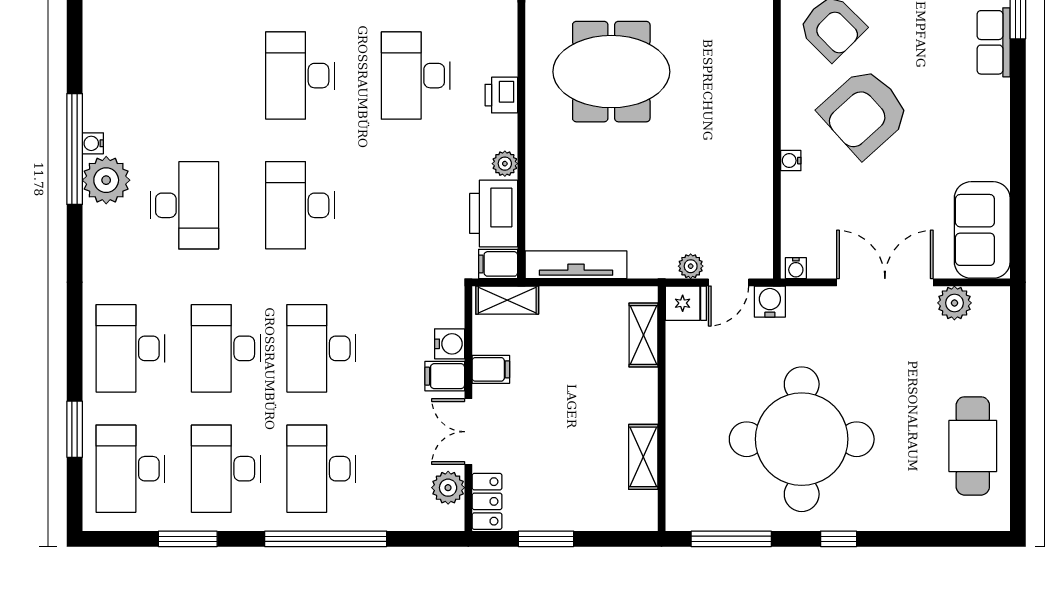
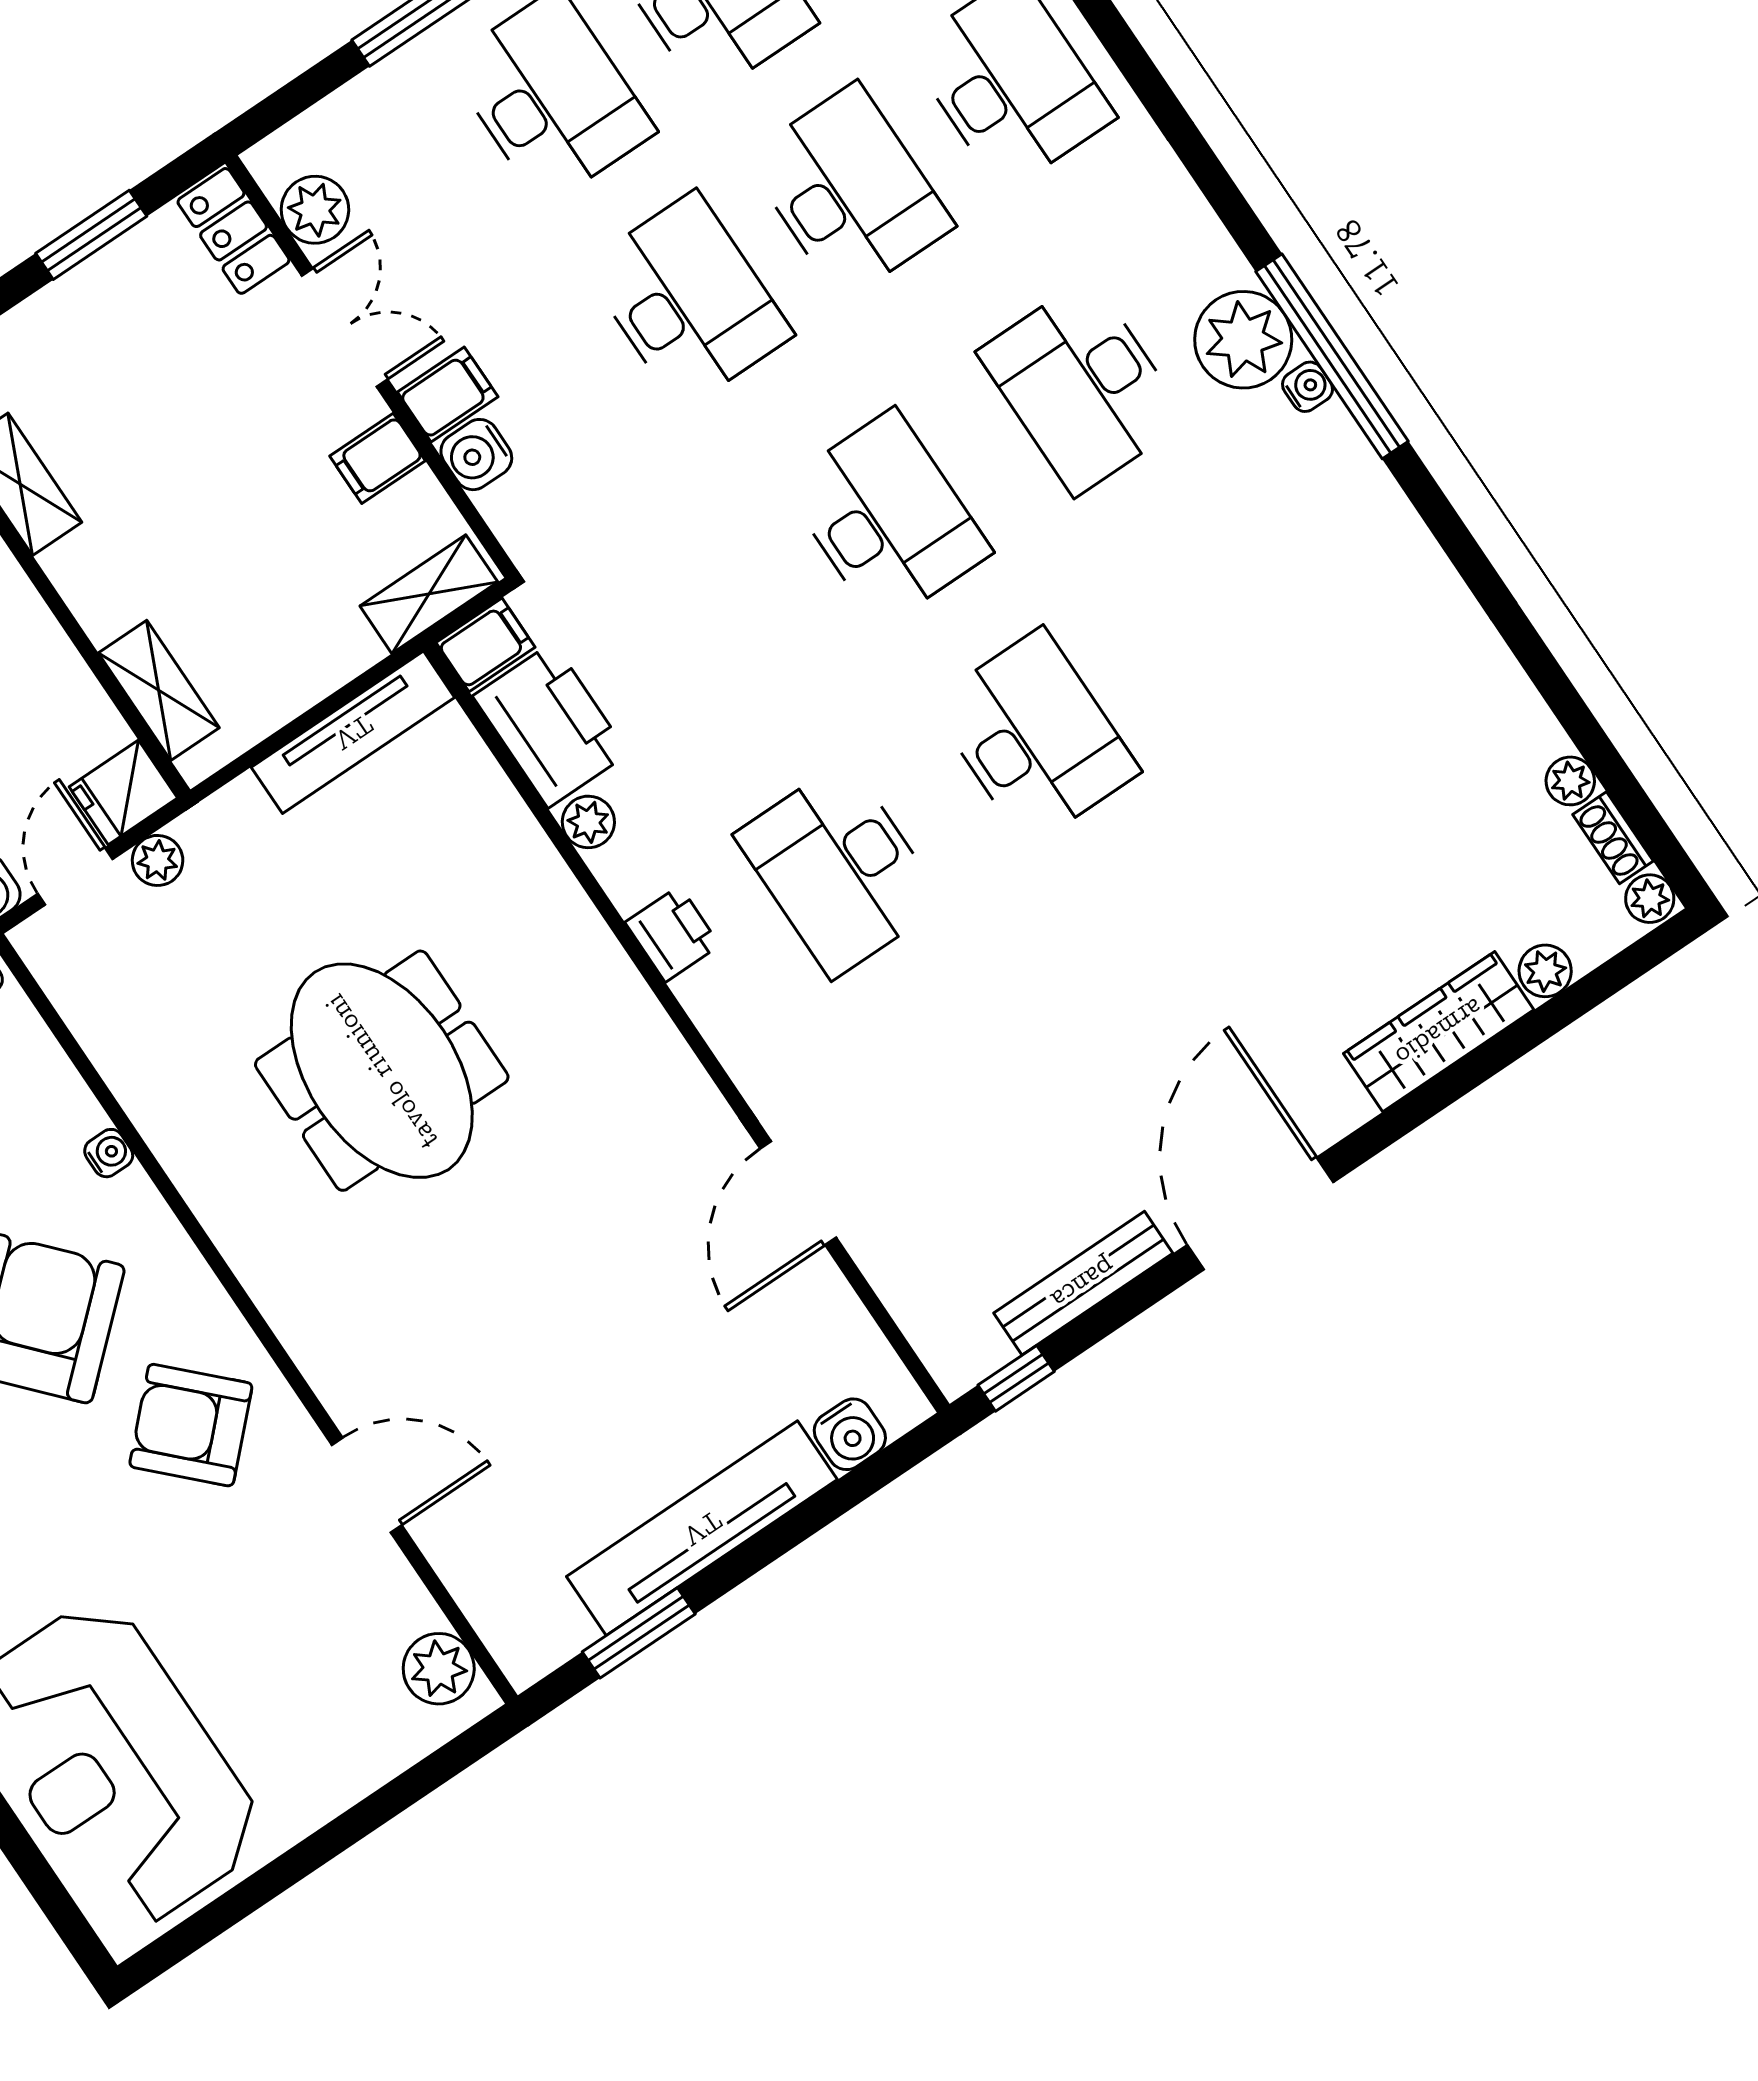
meeting table: (611, 72) -> (382, 1071), moved, turned 90
desk: (416, 76) -> (839, 869), turned 180

